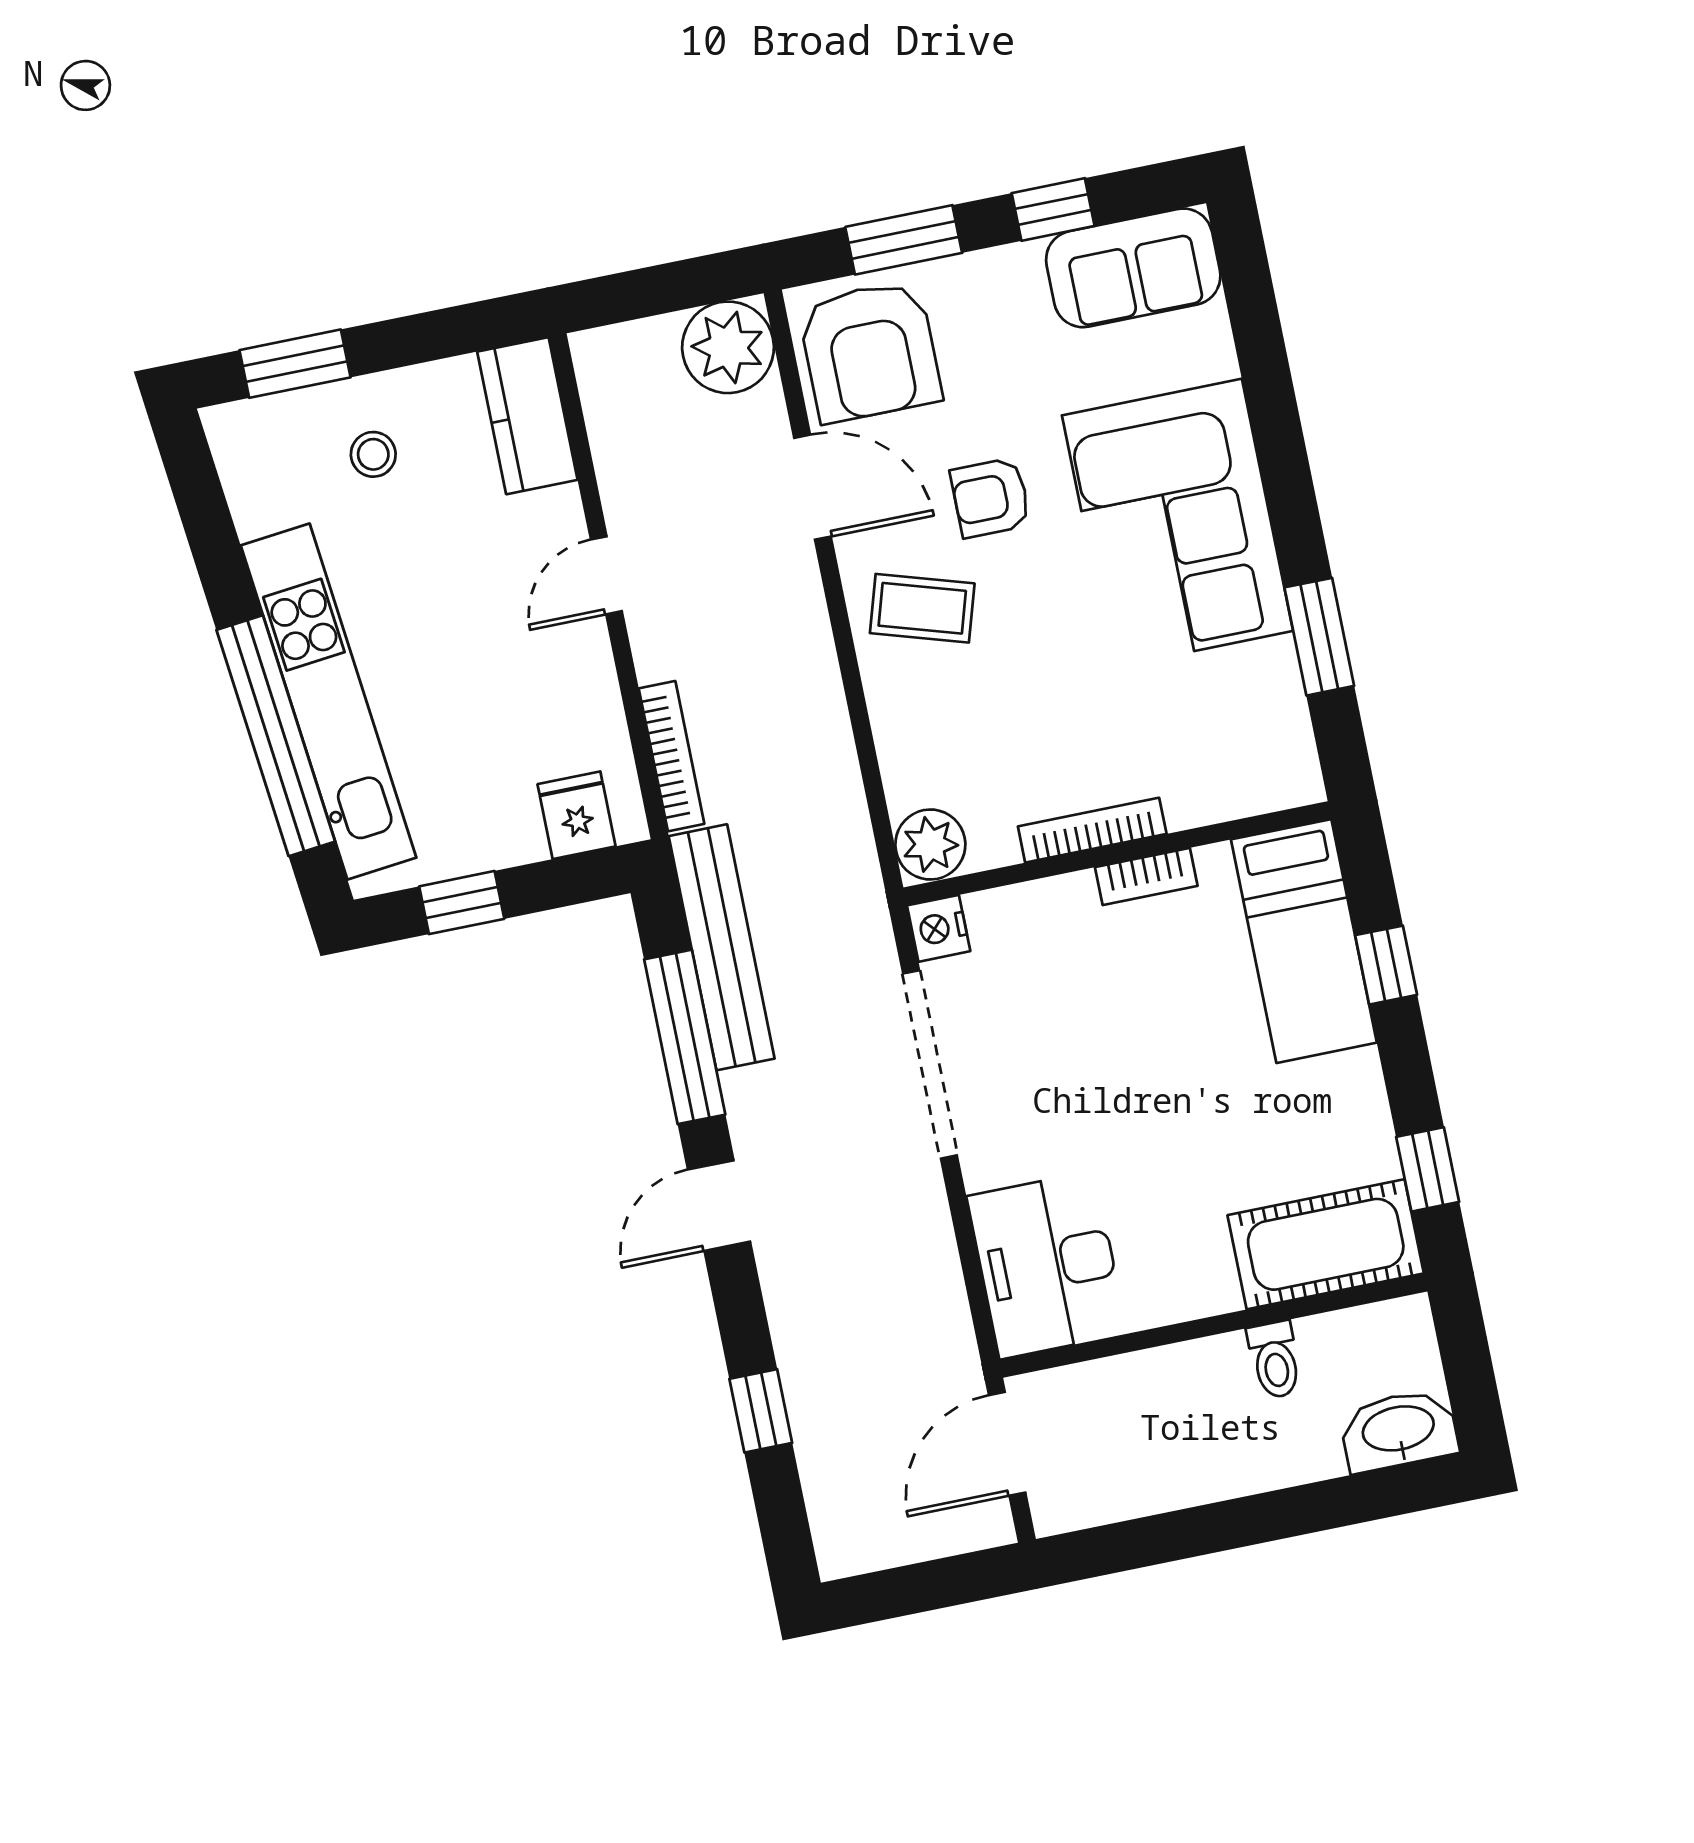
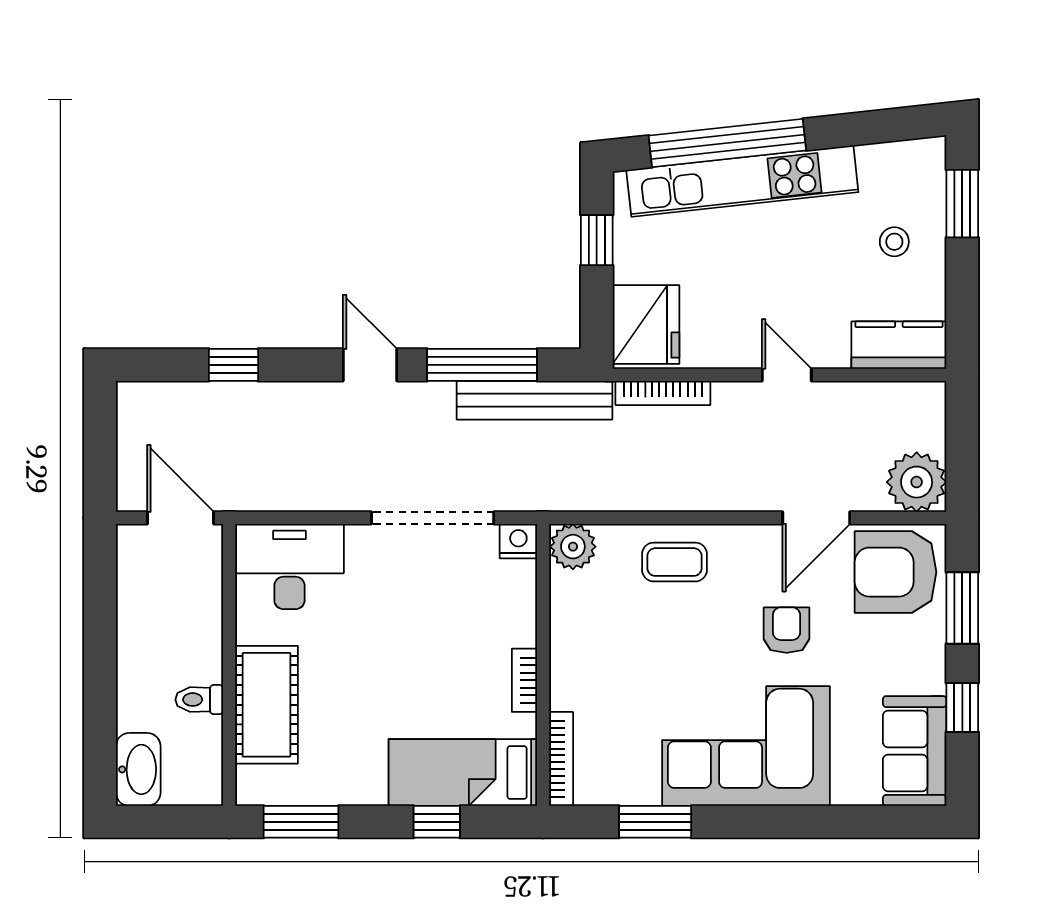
coffee table: (922, 608) -> (675, 562), moved, turned 73
fridge: (576, 815) -> (646, 325), width x1.88, depth x1.34
bookcase: (1092, 830) -> (561, 759), moved
window: (1428, 1169) -> (301, 822), width x1.50
cot: (1326, 1244) -> (266, 705), moved

